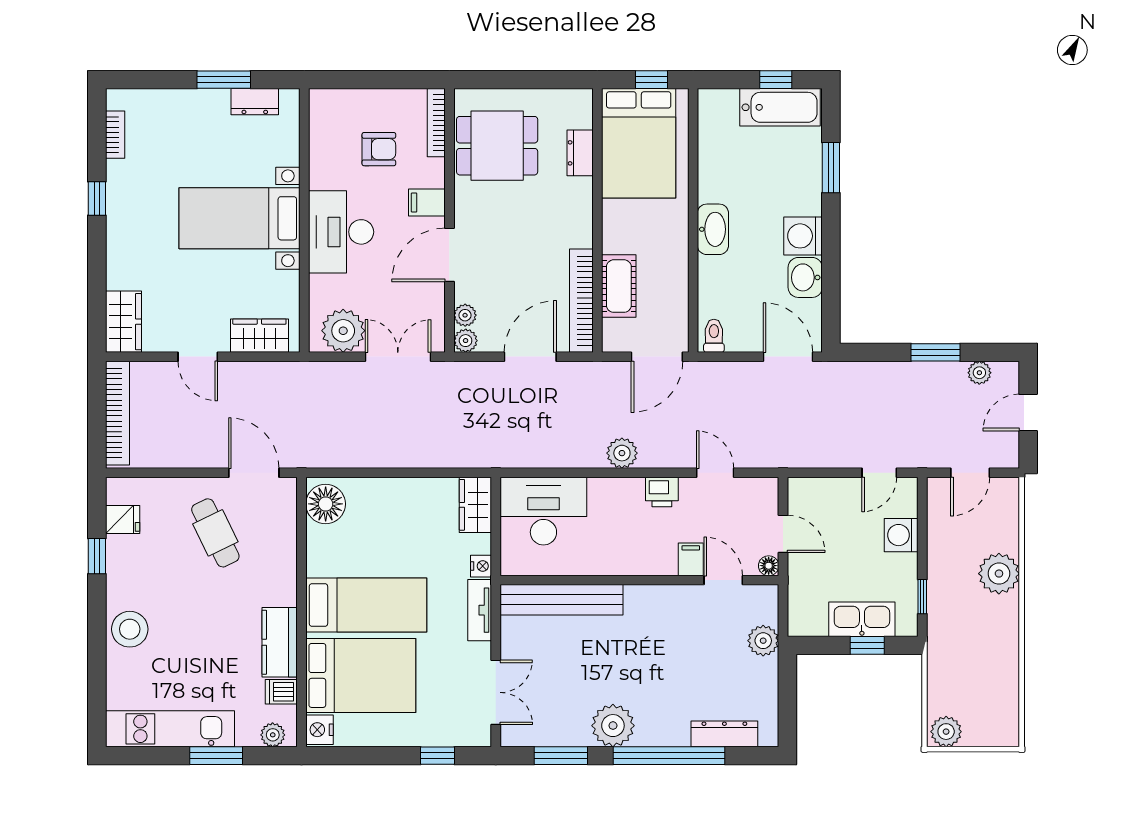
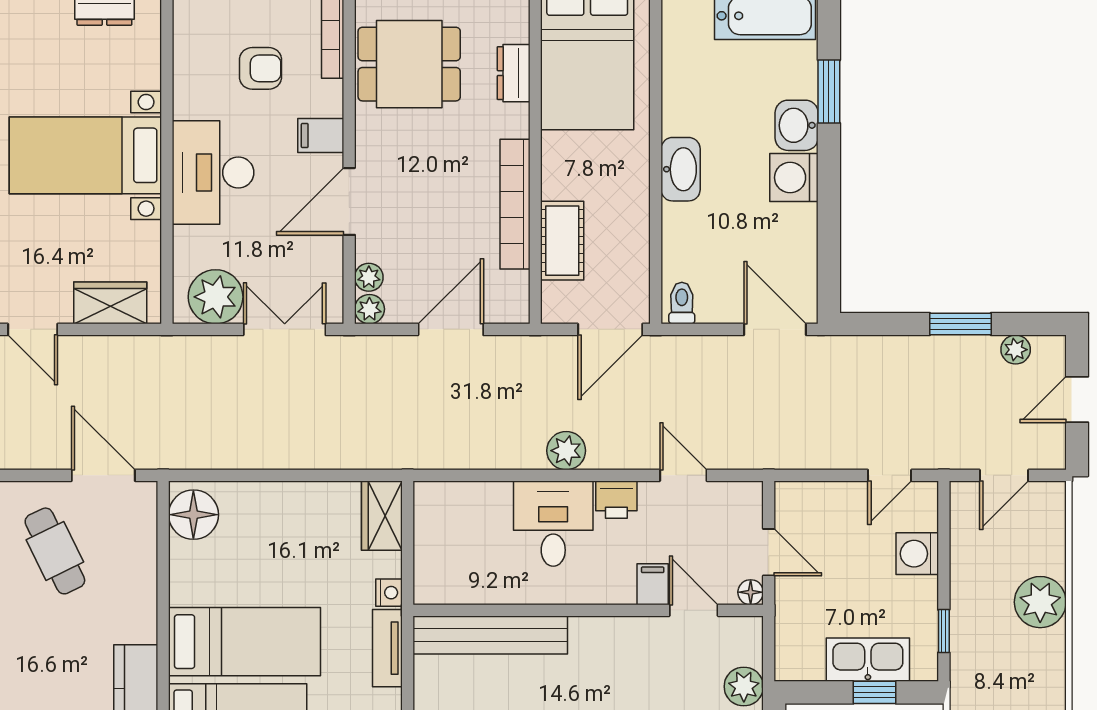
washbasin: (805, 277) -> (797, 125), moved
bookcase: (581, 301) -> (515, 204), moved
desk: (543, 511) -> (553, 524), moved, width x0.73

